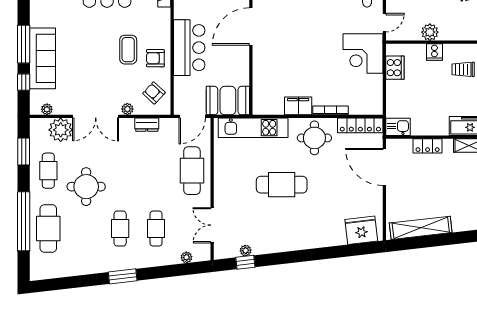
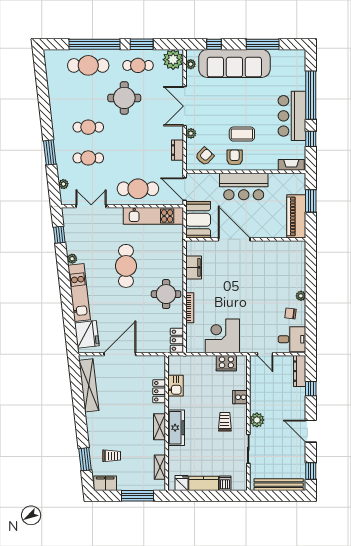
door: (251, 26) -> (234, 239), moved
plant: (430, 32) -> (257, 420), moved
window: (24, 44) -> (263, 44), moved
corner desk: (363, 54) -> (222, 336), moved
sofa: (42, 58) -> (234, 63), width x1.36, depth x1.27
filing cabinet: (298, 106) -> (194, 267), moved
locker: (360, 125) -> (177, 340), width x0.66
kitchen sink: (398, 127) -> (176, 386), moved
kitchen unit: (253, 128) -> (153, 216), moved, turned -90
plant: (61, 130) -> (173, 60), moved
window: (24, 152) -> (142, 44), moved
door: (384, 167) -> (120, 354), moved
kitchen unit: (313, 239) -> (79, 293), added
plant: (246, 251) -> (72, 259), moved
window: (123, 276) -> (50, 152), moved

